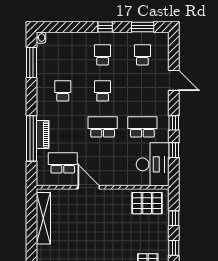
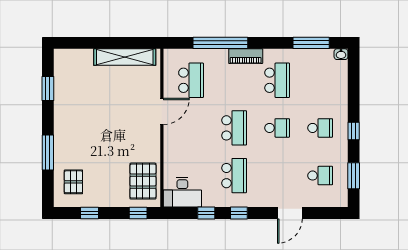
school desk: (63, 91) -> (277, 80), width x1.85
piano: (43, 135) -> (246, 56), moved
desk: (153, 164) -> (182, 192), width x0.73, depth x0.77
window: (174, 218) -> (138, 213), moved

